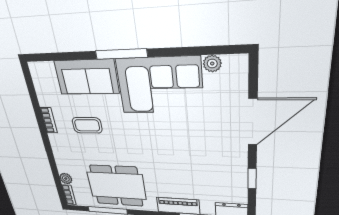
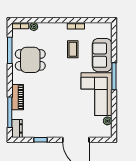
dining table: (117, 186) -> (30, 60), width x0.73

